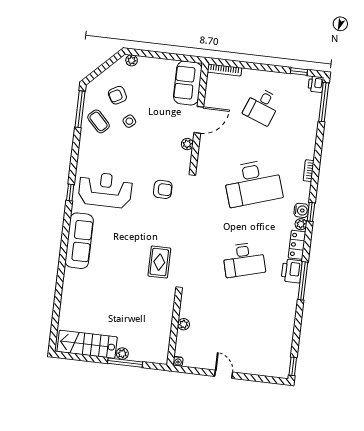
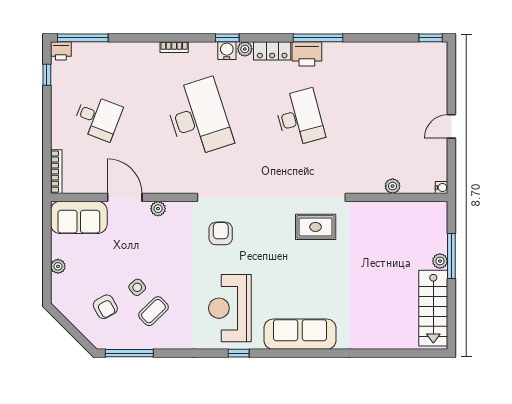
plant: (132, 60) -> (58, 266), moved
coffee table: (99, 121) -> (153, 311), moved

